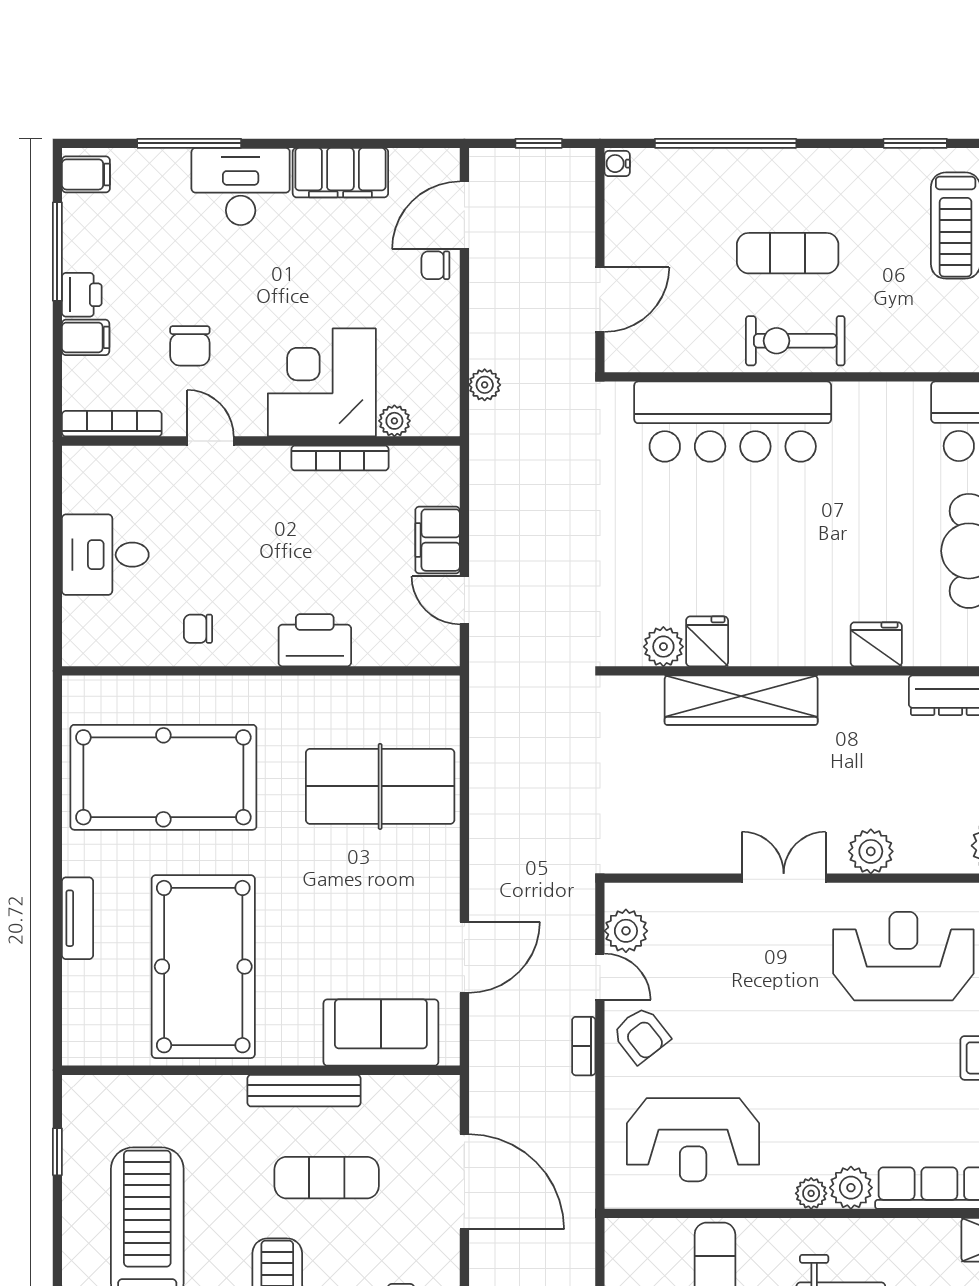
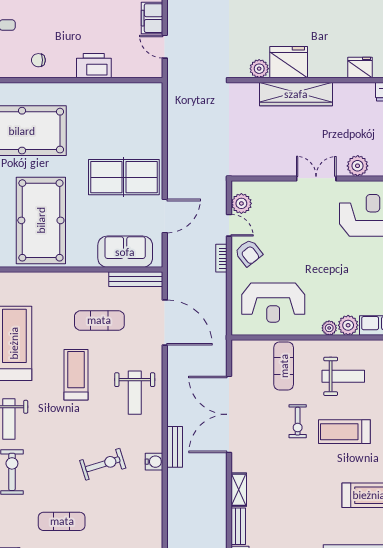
fridge: (707, 641) -> (289, 62), width x1.88, depth x1.34
table tennis table: (380, 786) -> (124, 177), moved
bench: (304, 1091) -> (136, 279), moved

